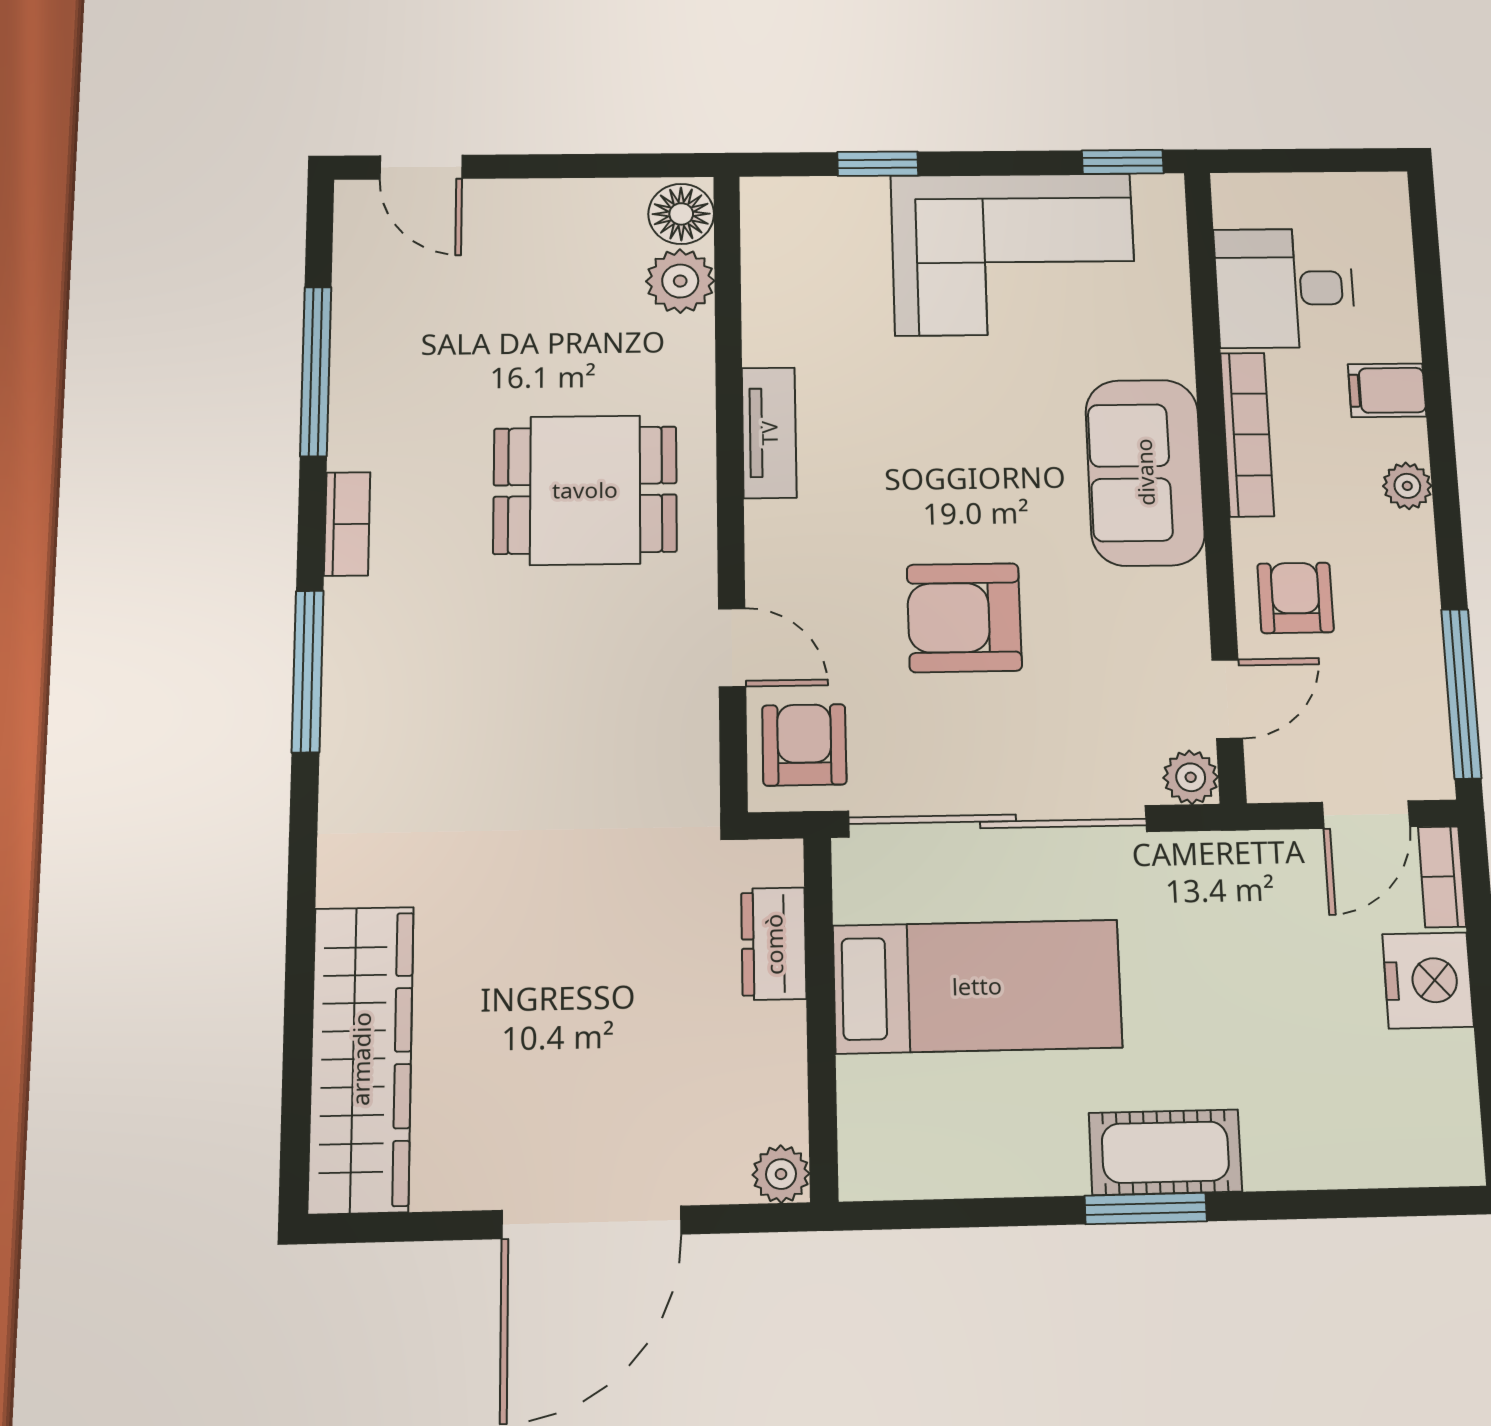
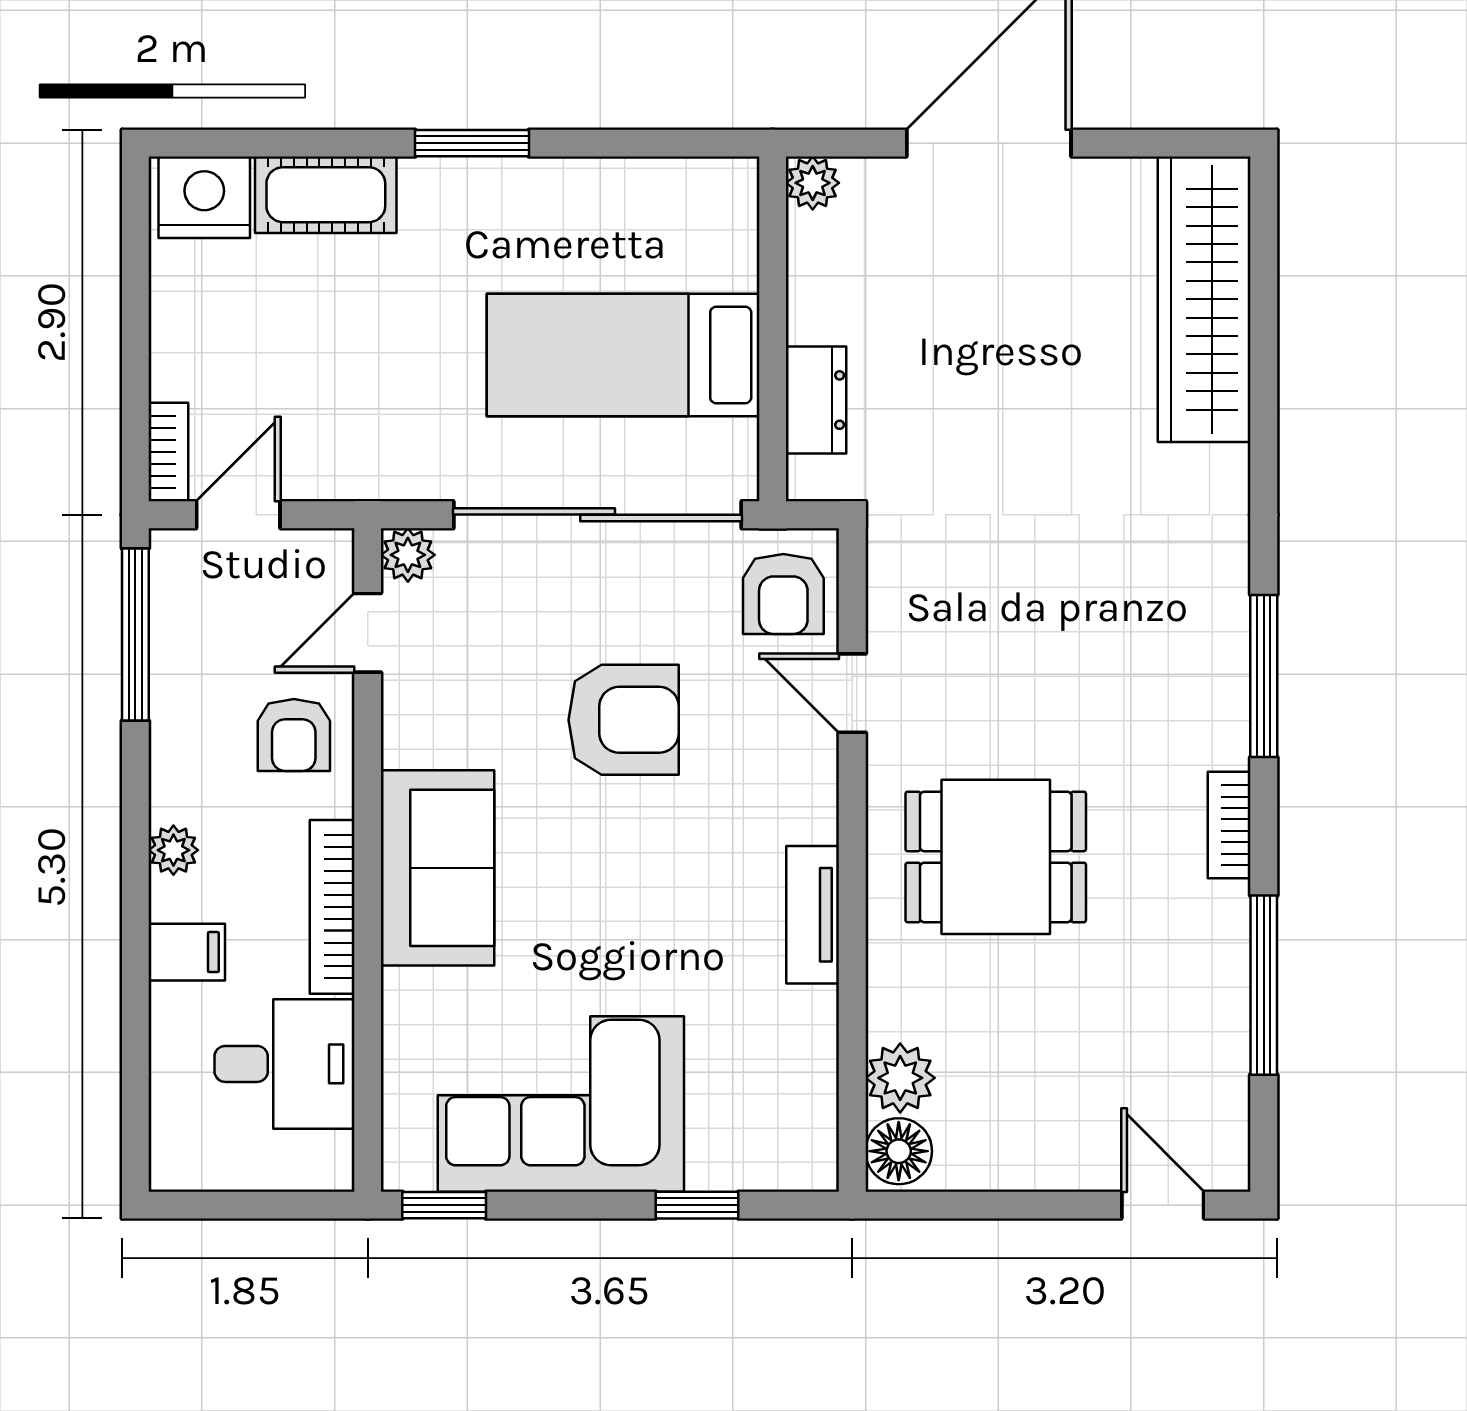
nightstand: (1428, 980) -> (204, 197), moved, turned 90
cot: (1165, 1152) -> (326, 195), moved

